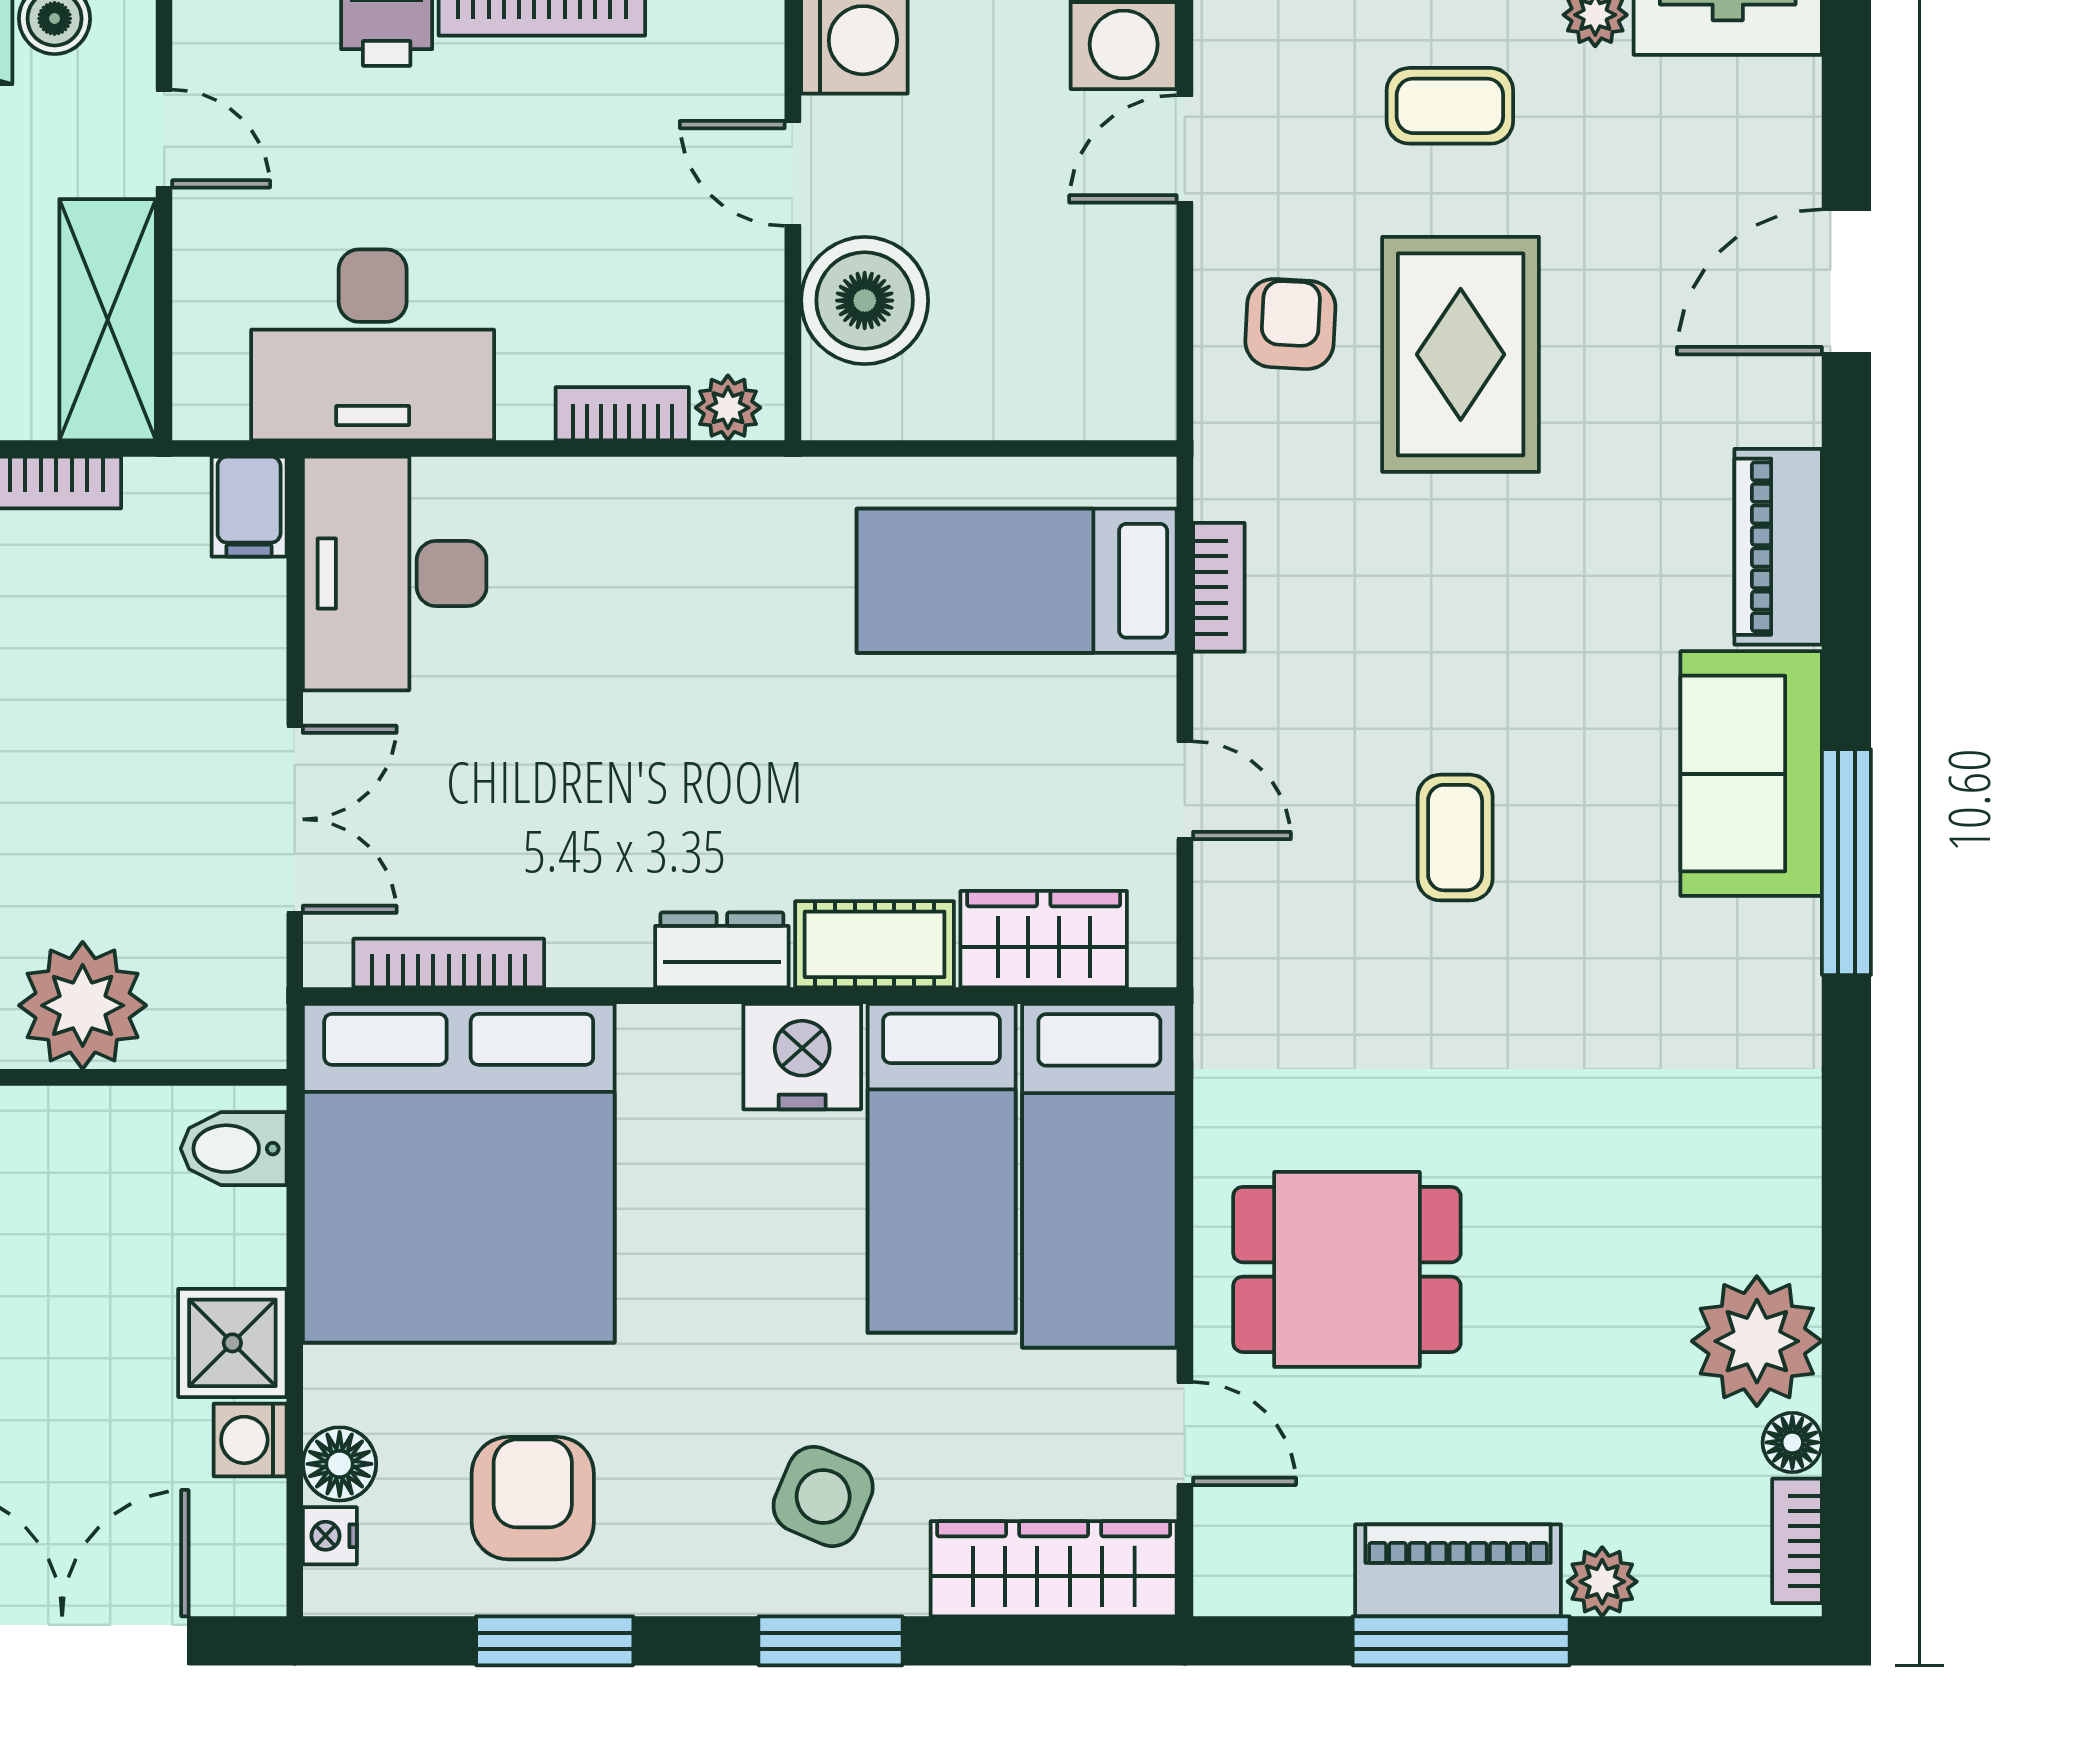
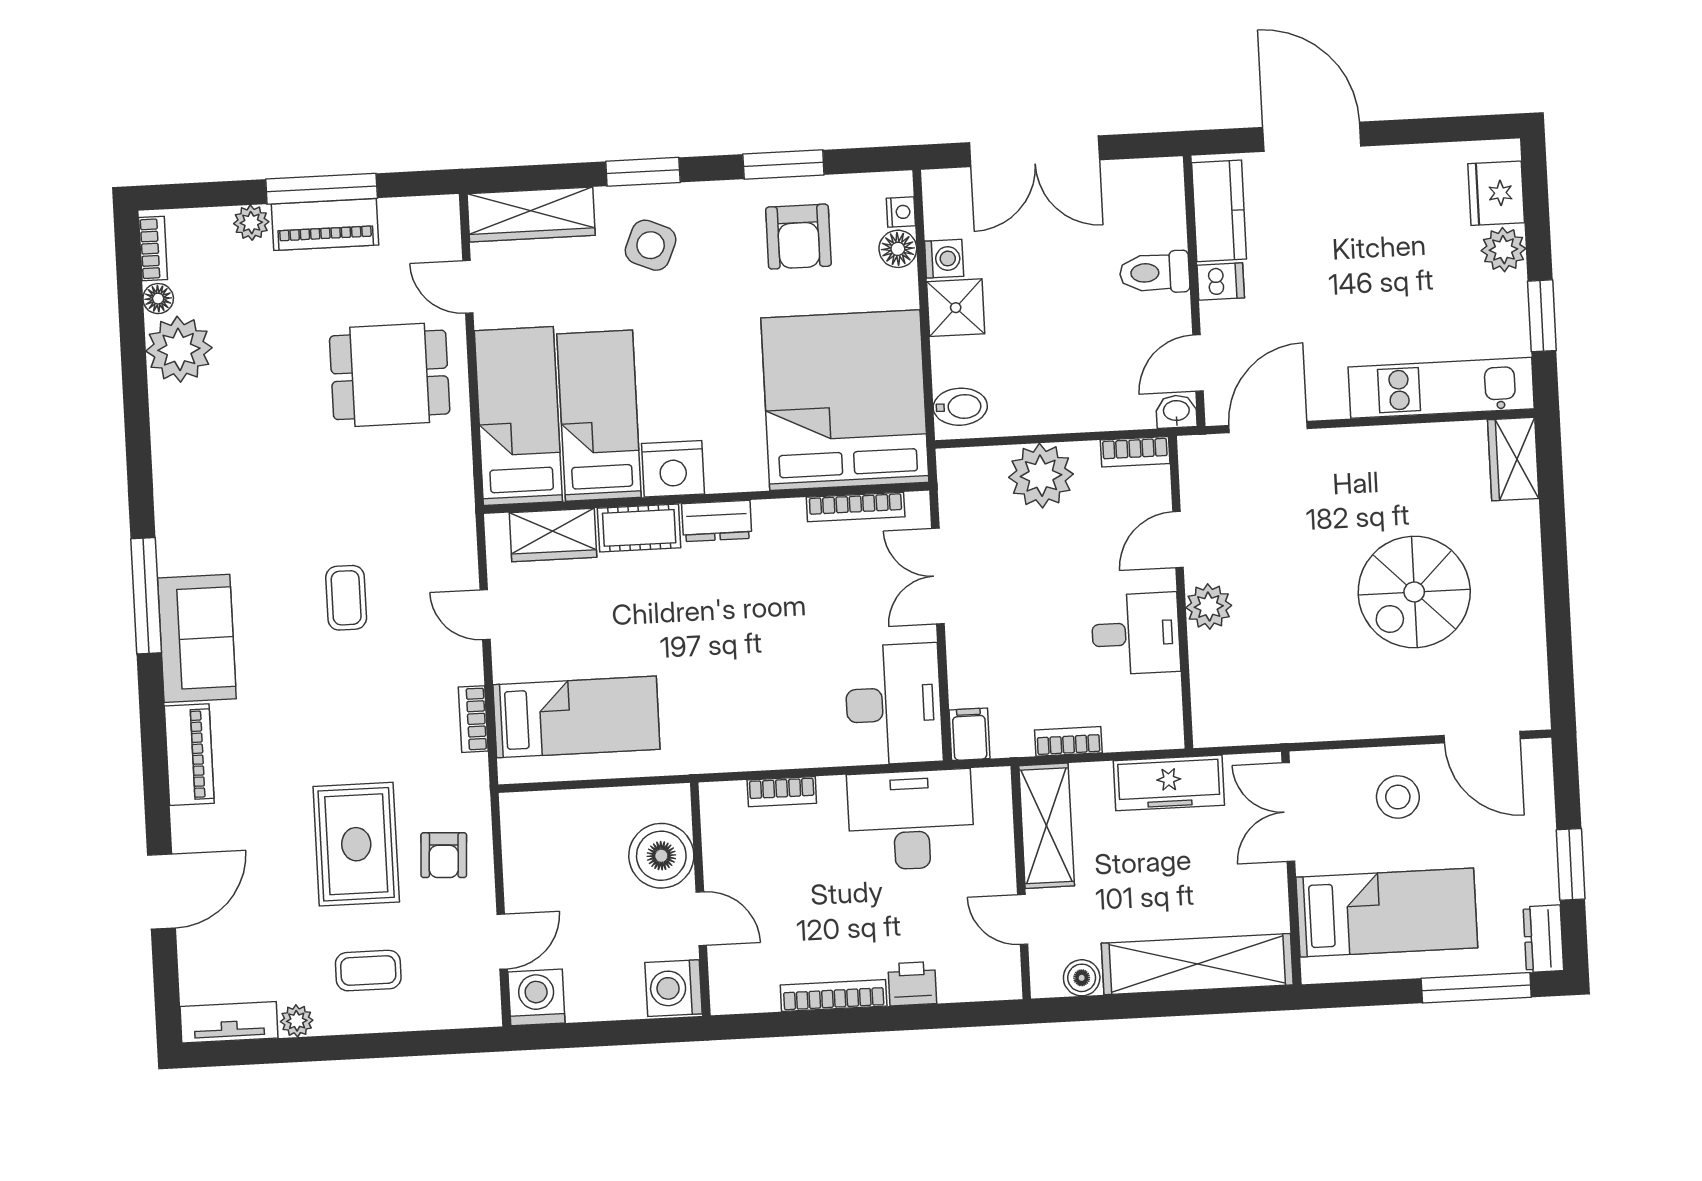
plant: (728, 408) -> (728, 797), removed

